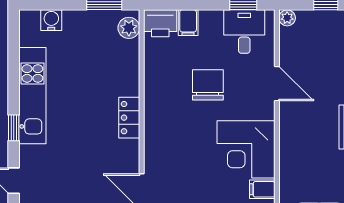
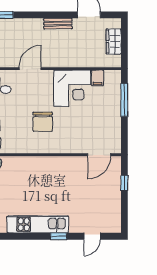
chair: (208, 85) -> (43, 122), moved, turned -90
locker: (129, 118) -> (52, 163), removed

